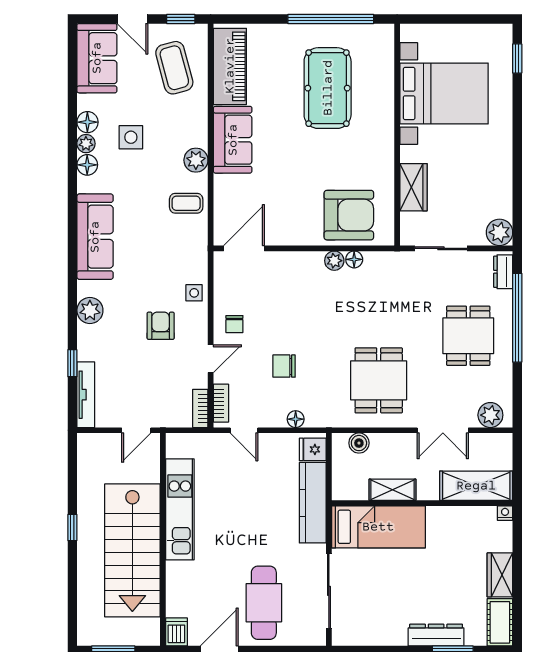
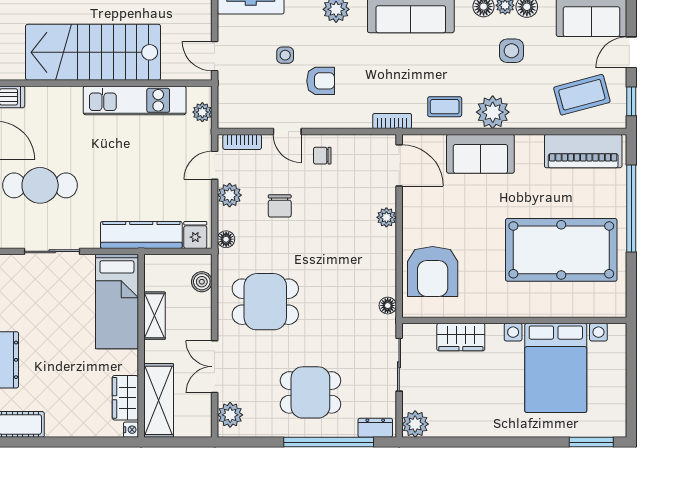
window: (331, 19) -> (631, 209), moved
window: (517, 59) -> (591, 442), width x1.50
pool table: (328, 88) -> (561, 250), width x1.36, depth x1.32
sofa: (233, 140) -> (480, 154), moved
plant: (196, 160) -> (493, 112), width x1.36, depth x1.36
coffee table: (186, 203) -> (445, 107), turned 90
floor lamp: (354, 259) -> (388, 306), moved
plant: (334, 261) -> (386, 217), moved
side table: (194, 293) -> (285, 55), moved
chair: (284, 366) -> (280, 206), turned 180
bookcase: (200, 408) -> (392, 121), moved
plant: (273, 416) -> (230, 195), added
floor lamp: (296, 419) -> (226, 239), moved
plant: (192, 443) -> (202, 112), added
wardrobe: (500, 575) -> (125, 398), moved, turned -90
sliding door: (329, 591) -> (52, 251), width x0.73

